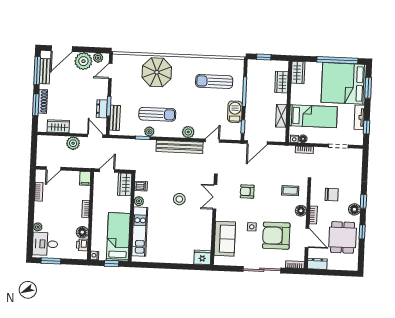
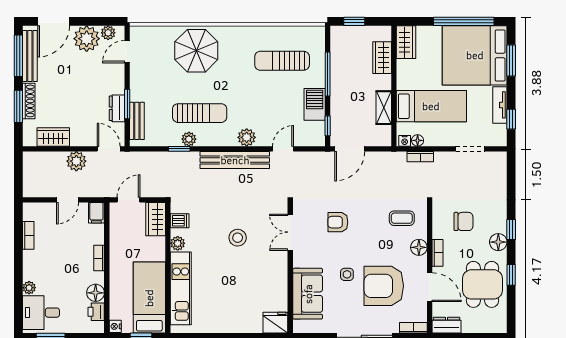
bench: (45, 71) -> (30, 56), width x1.36
door: (53, 168) -> (68, 200), moved

